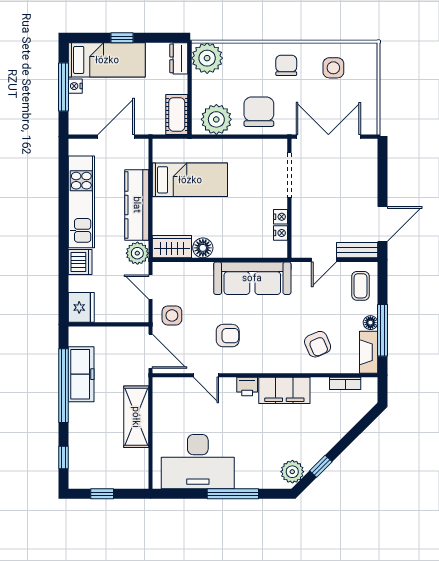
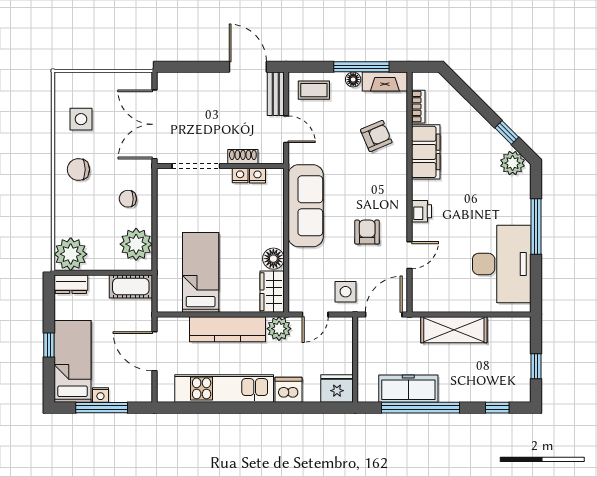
chair: (259, 112) -> (128, 199), width x0.54, depth x0.54
shoe rack: (298, 219) -> (243, 157), added
filing cabinet: (284, 390) -> (426, 152), moved

